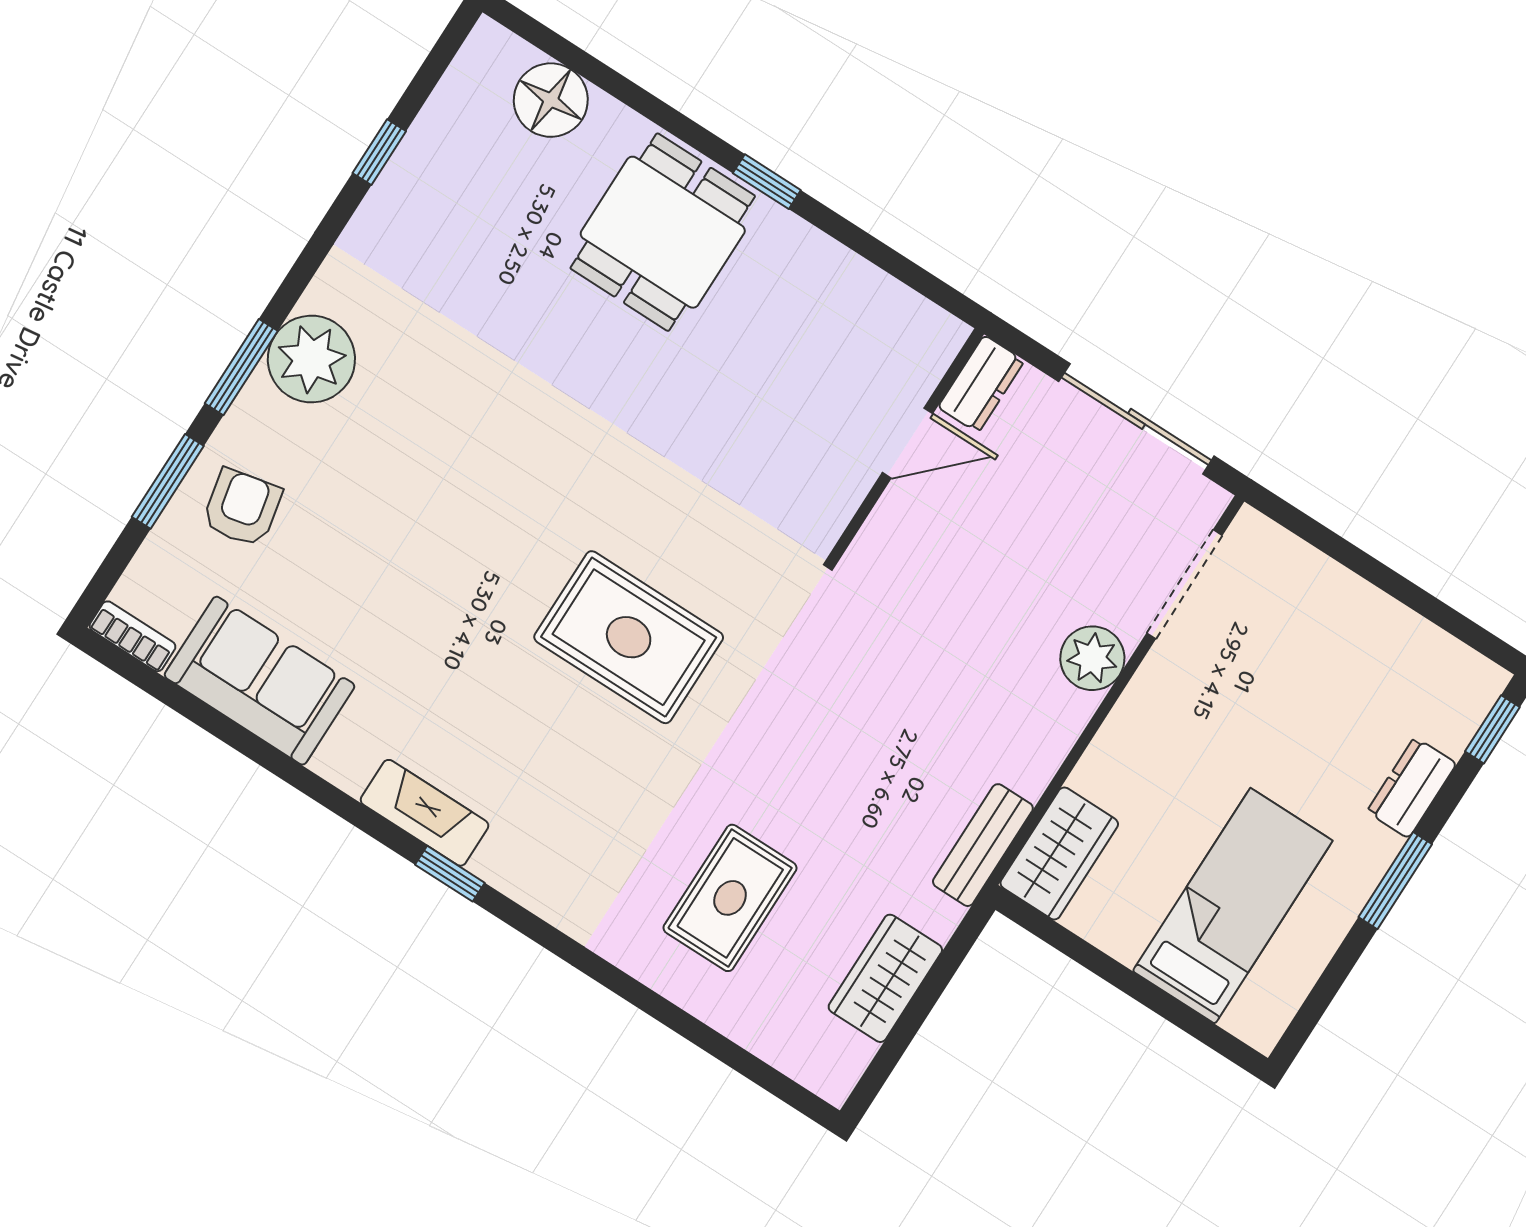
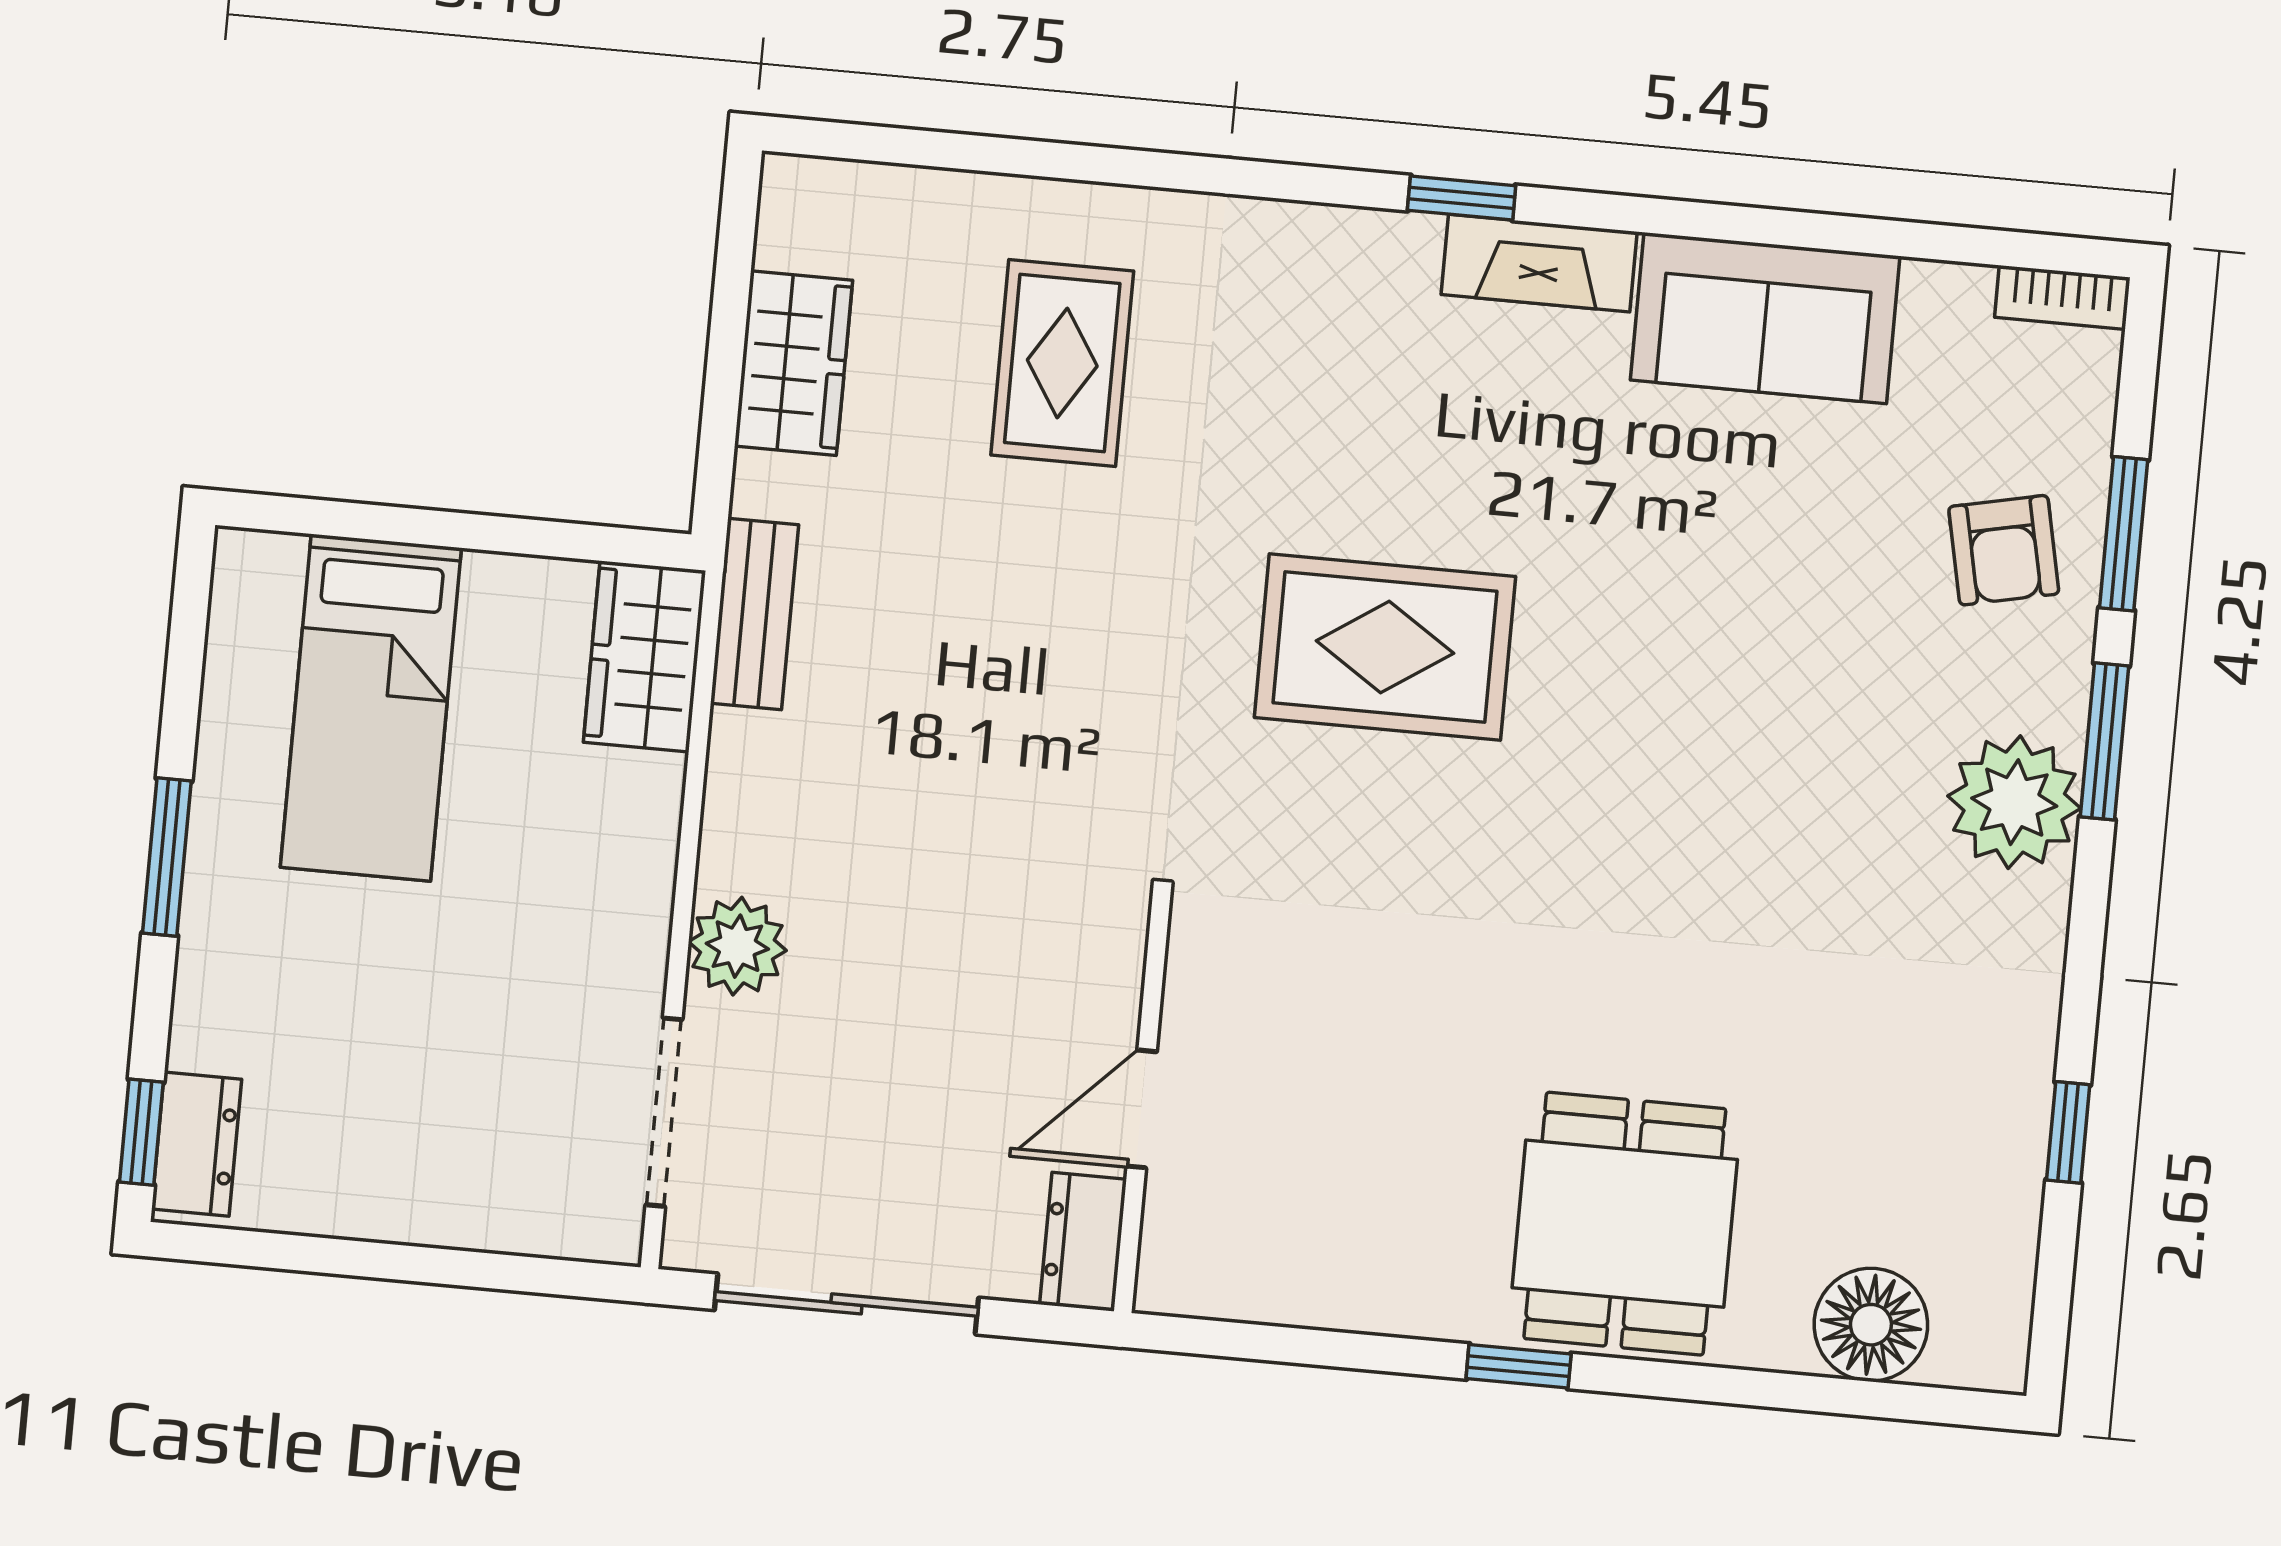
sofa: (260, 681) -> (1765, 318), moved
dresser: (1412, 788) -> (197, 1144), moved

